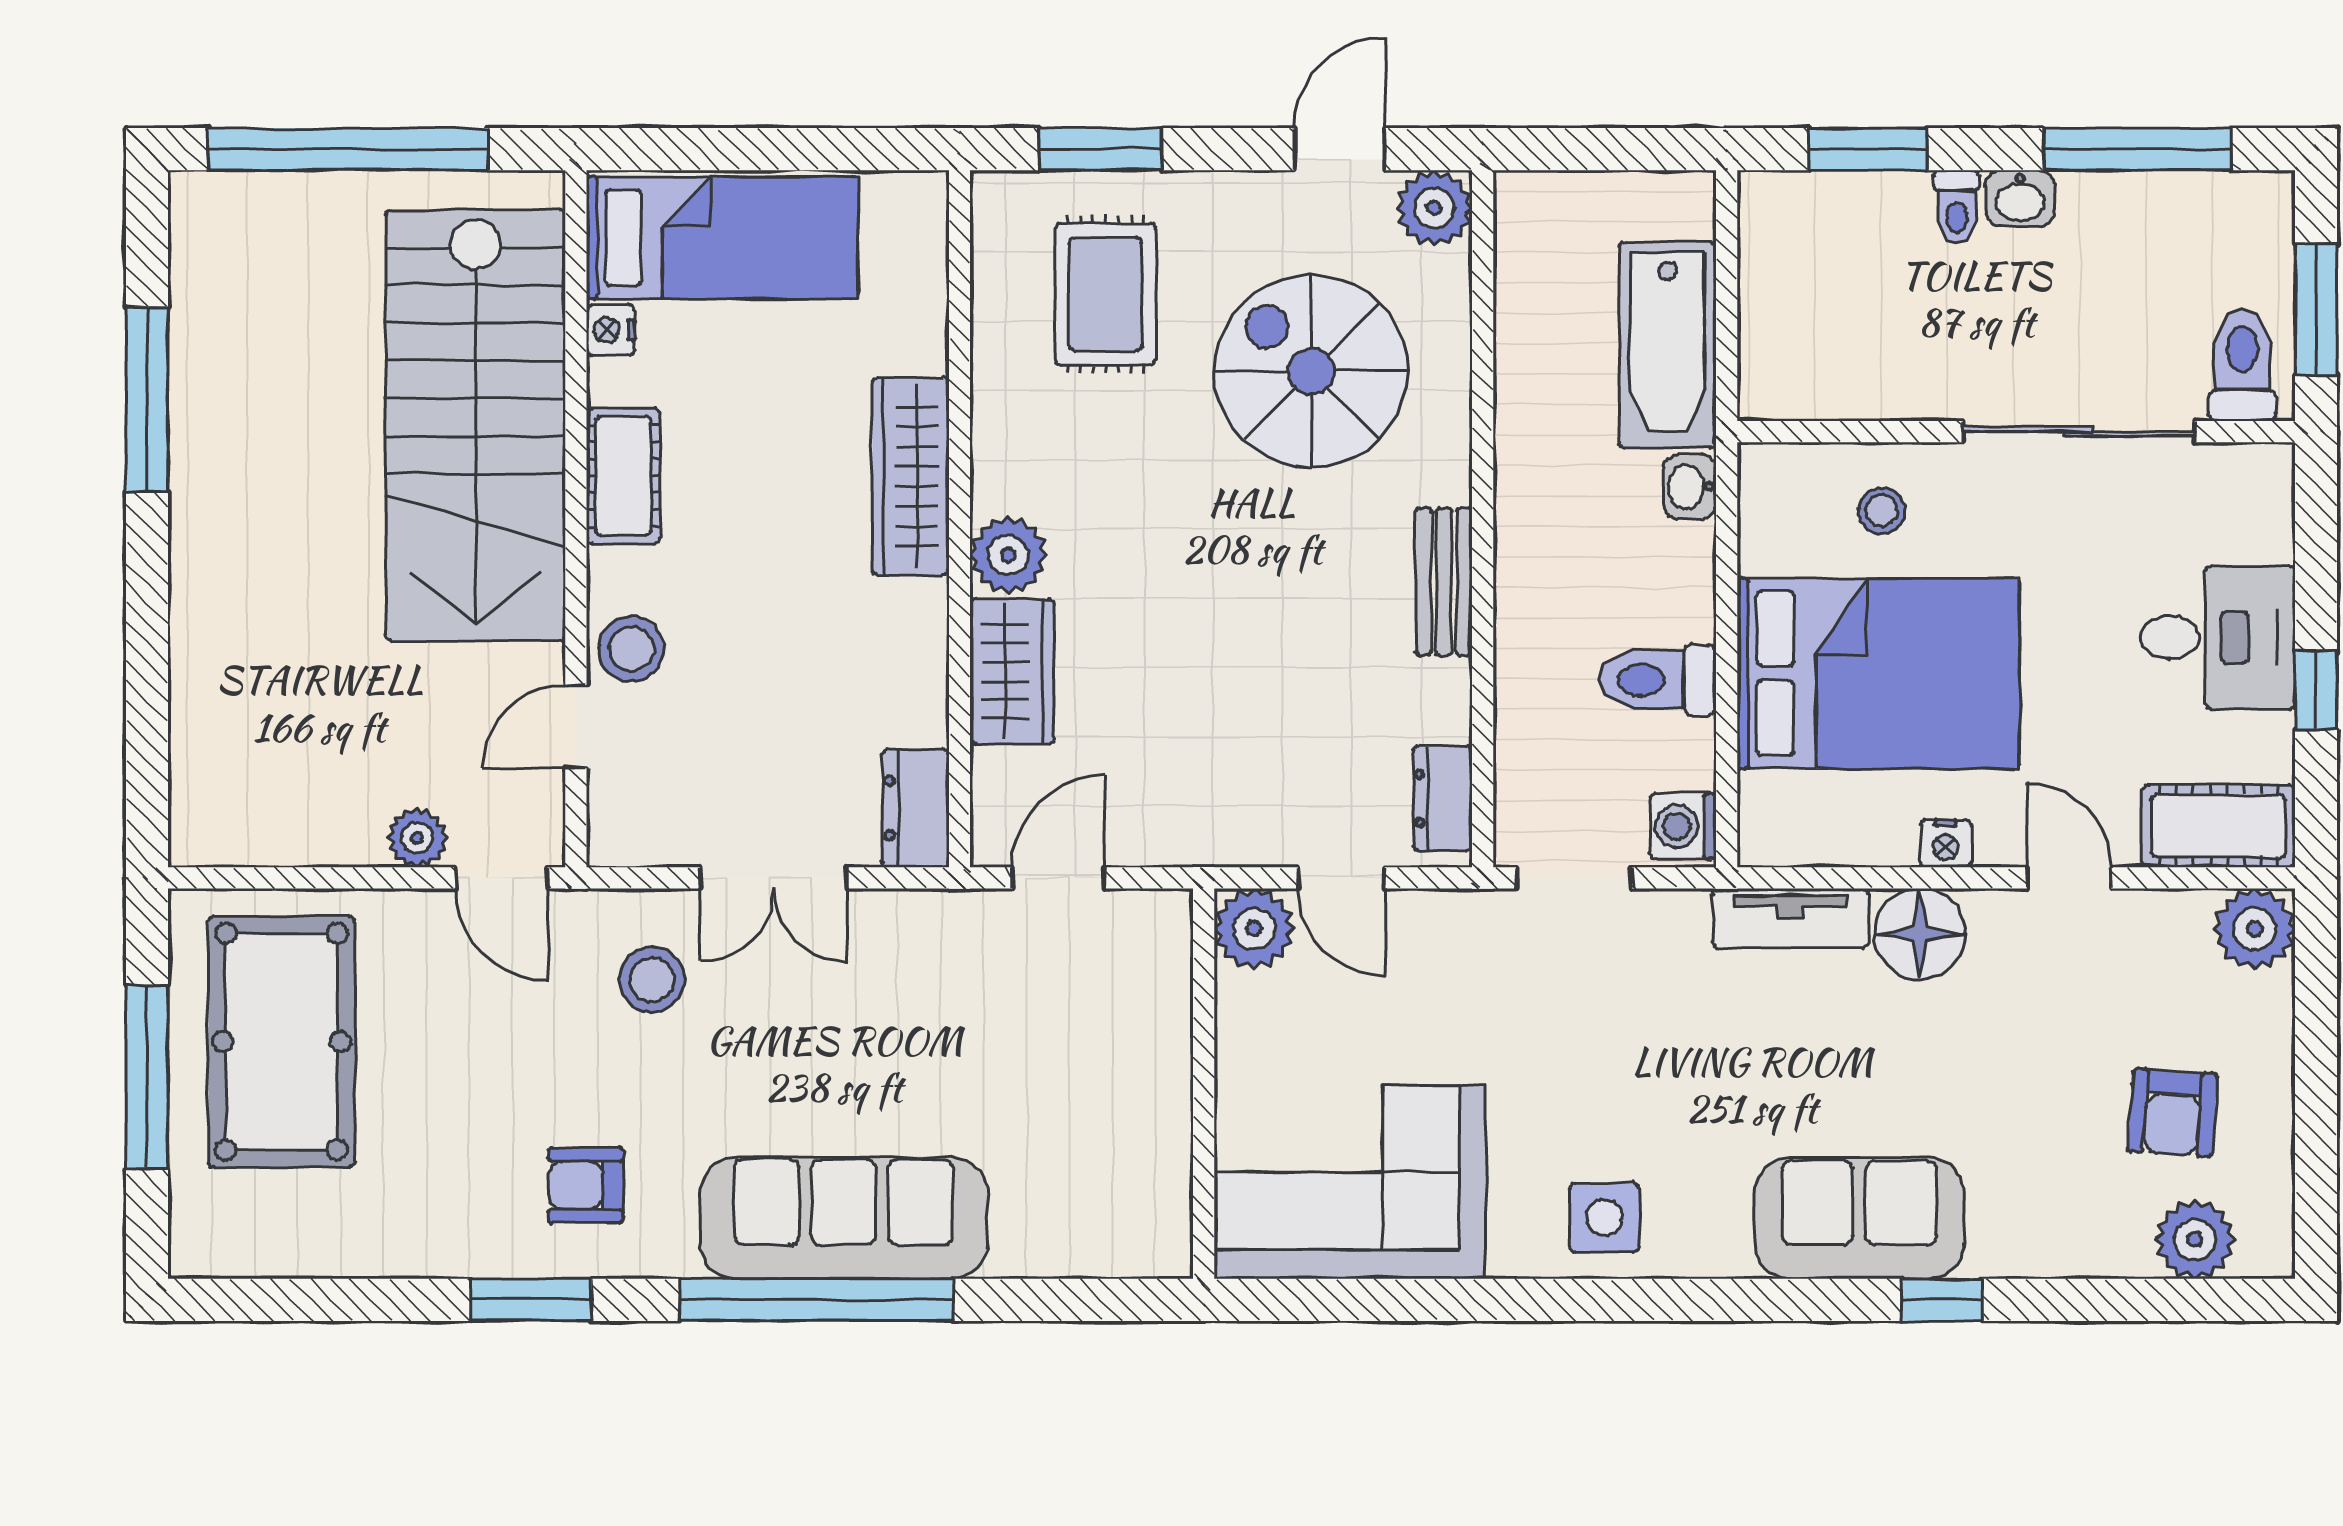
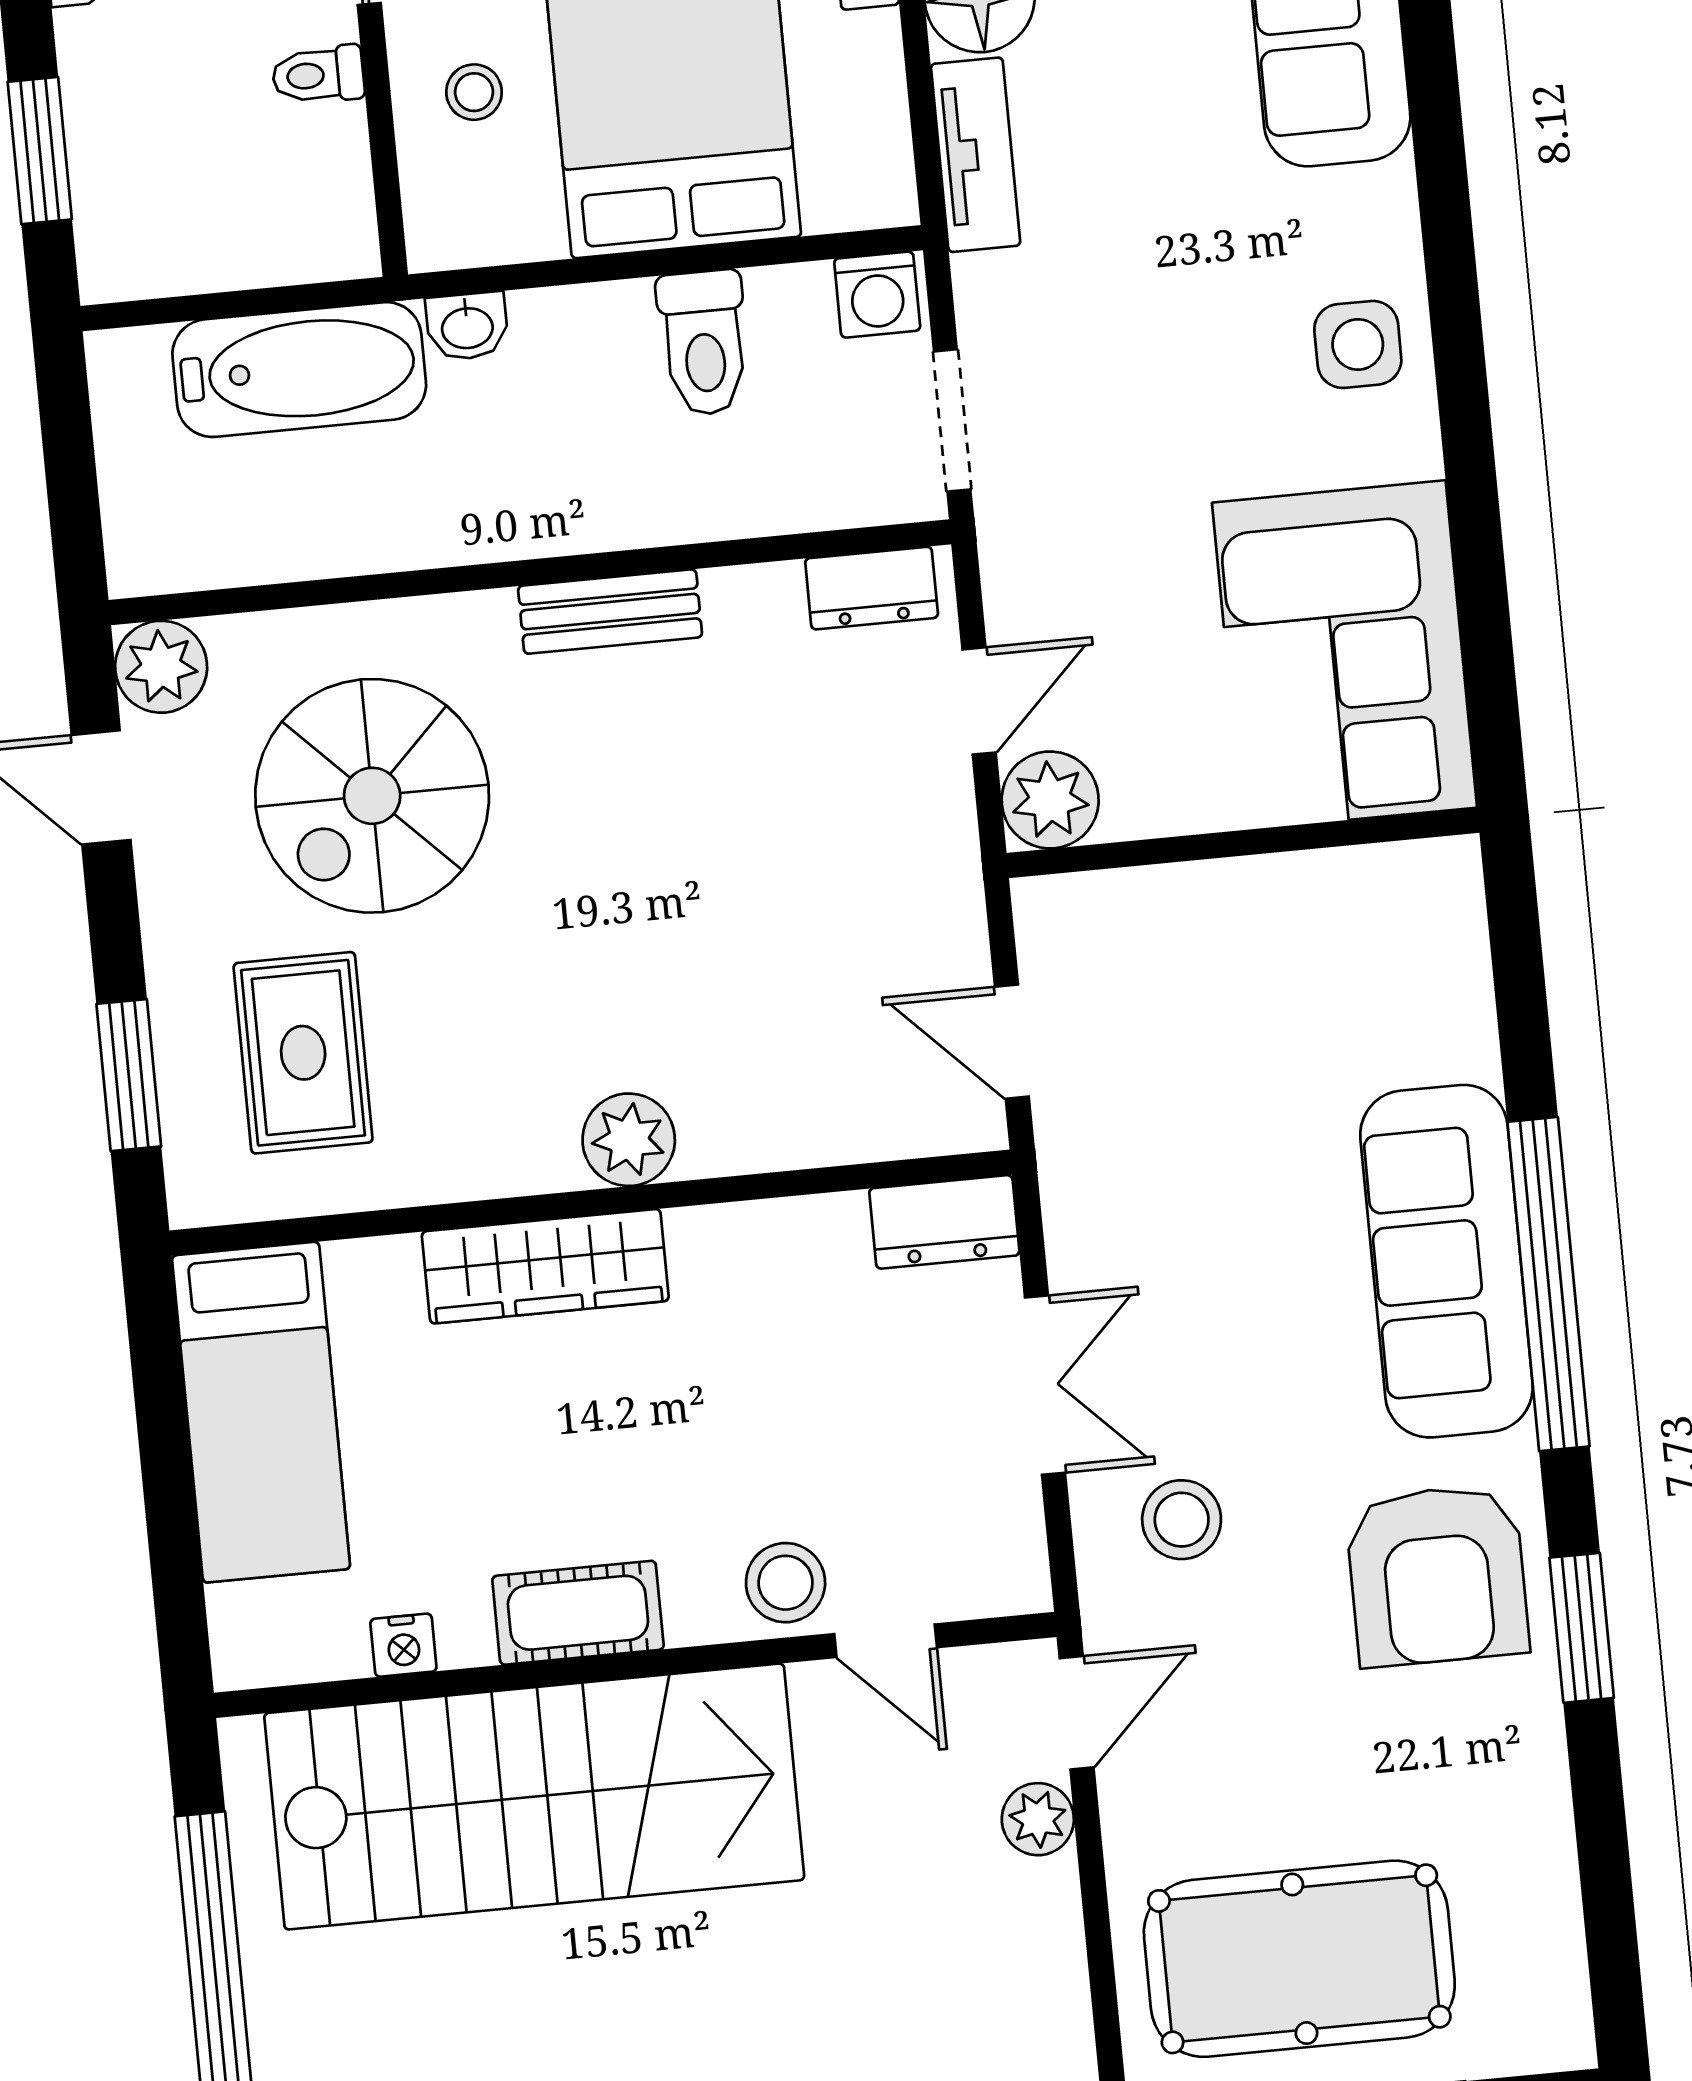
toilet: (1957, 207) -> (318, 75), moved, turned 180
bed: (722, 238) -> (261, 1412), moved, turned 180
rug: (1105, 294) -> (303, 1053), turned 90
wardrobe: (1012, 671) -> (768, 1121), removed
armchair: (586, 1185) -> (1437, 1575), width x1.88, depth x1.88

